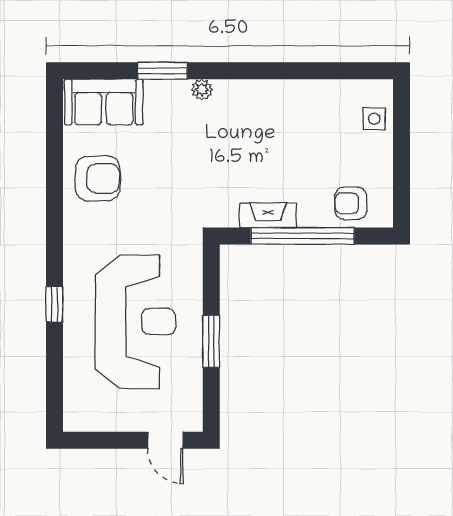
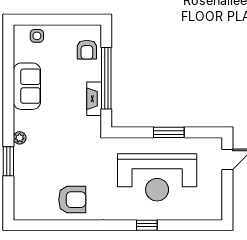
sofa: (104, 102) -> (27, 86), moved
armchair: (98, 178) -> (72, 200), turned 90
reception desk: (135, 322) -> (157, 177), turned 180

